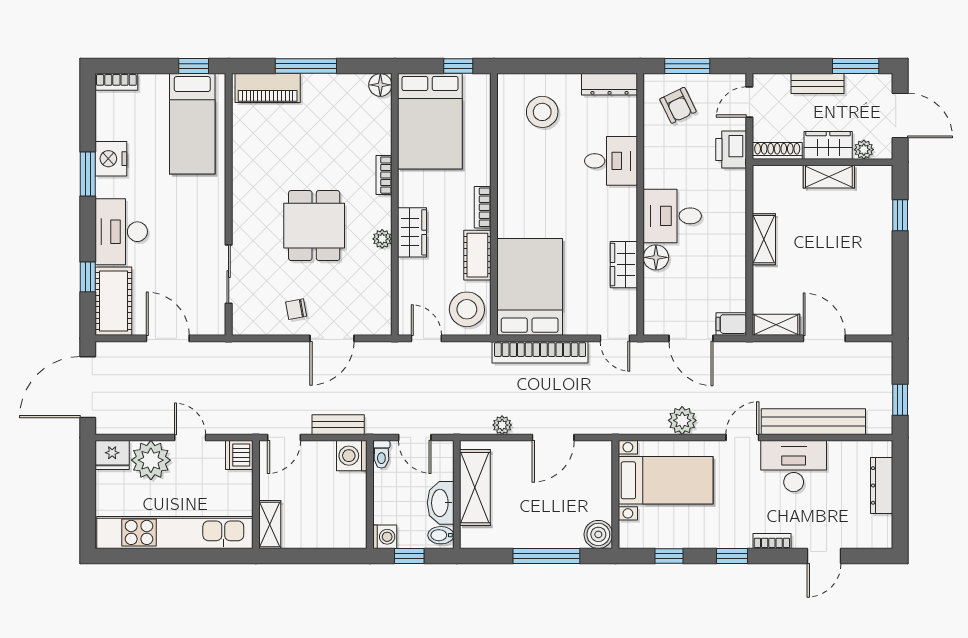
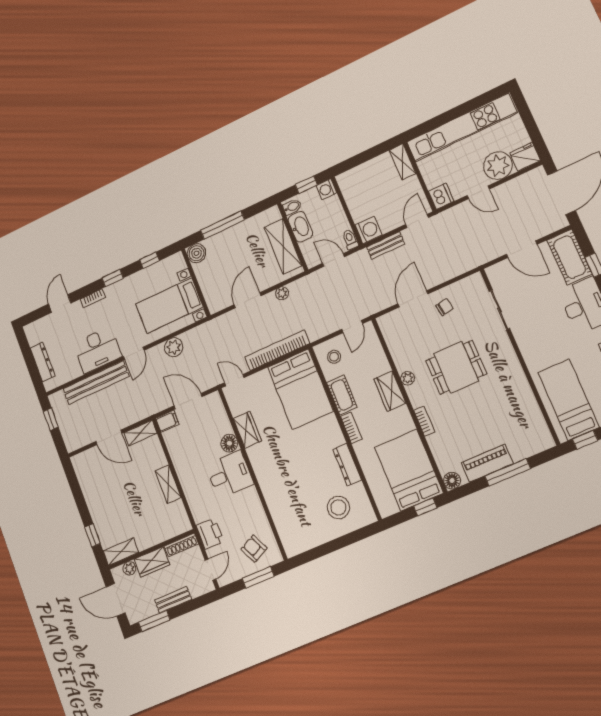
window: (458, 66) -> (425, 507), moved
dresser: (610, 84) -> (347, 465), moved, turned -90
piano: (268, 88) -> (487, 463), moved
desk: (611, 161) -> (282, 494), removed
shelving: (829, 177) -> (121, 552), moved
dining table: (314, 226) -> (456, 367), turned 90
stool: (467, 309) -> (334, 357), width x0.53, depth x0.53
door: (426, 338) -> (352, 326), hinge flipped

